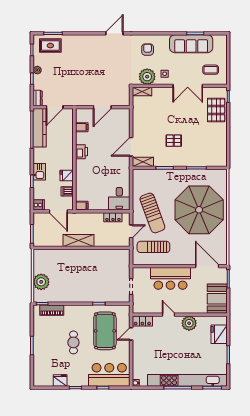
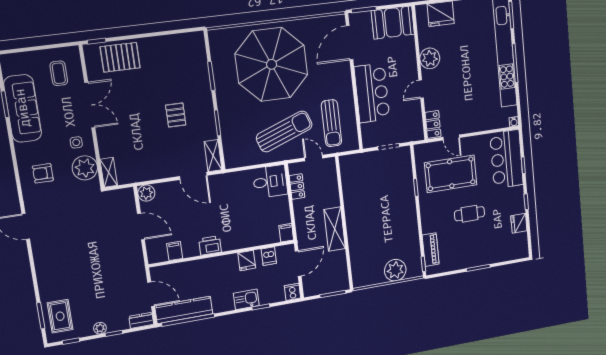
plant: (124, 114) -> (146, 193), added

